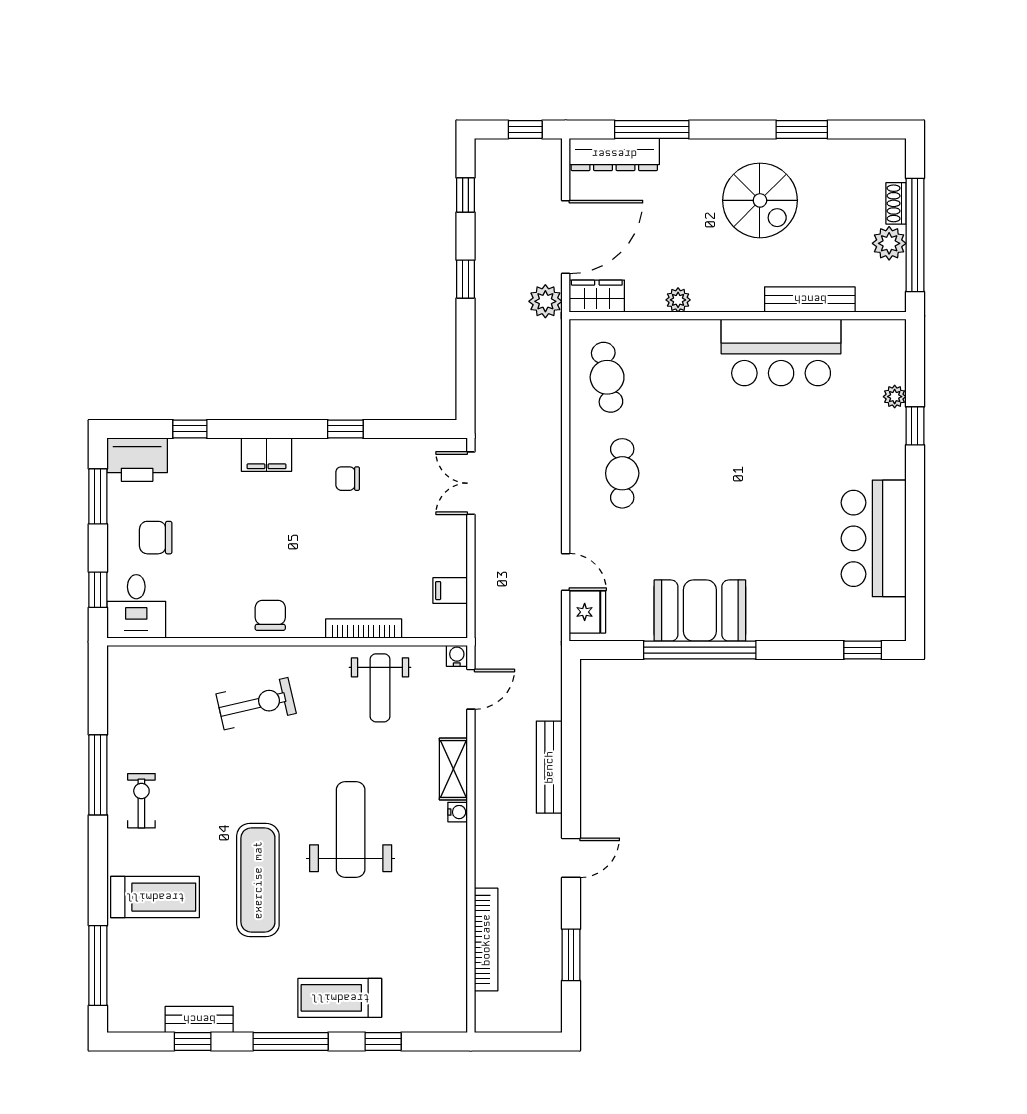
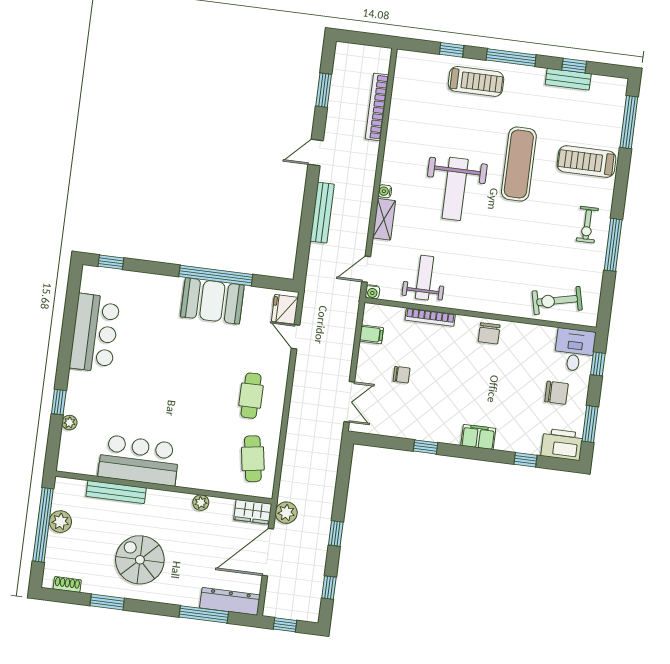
shoe rack: (896, 203) -> (67, 584), moved, turned -90
chair: (348, 479) -> (401, 375), moved
exercise bike: (256, 704) -> (557, 301), moved

